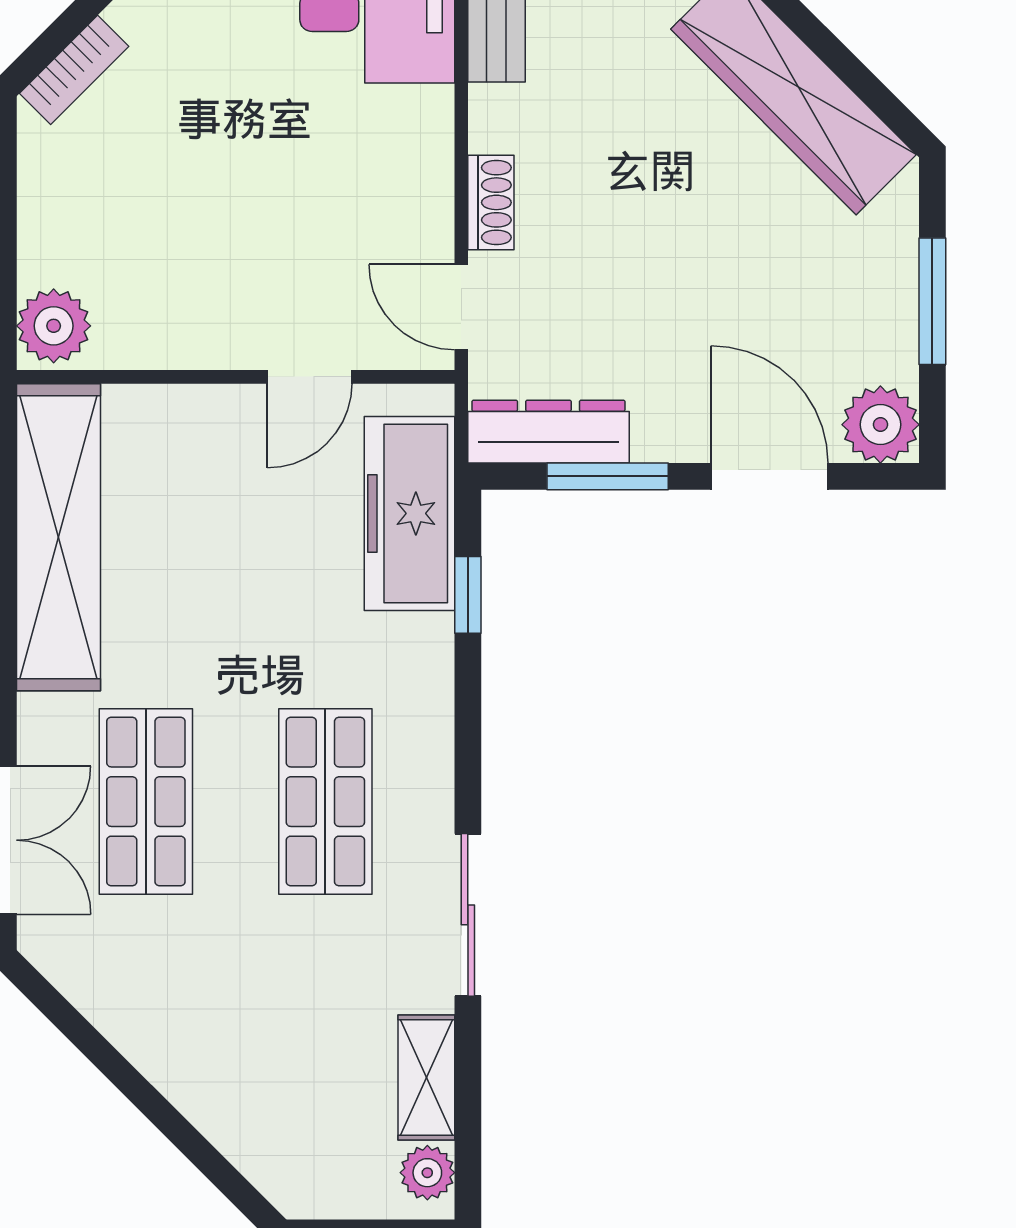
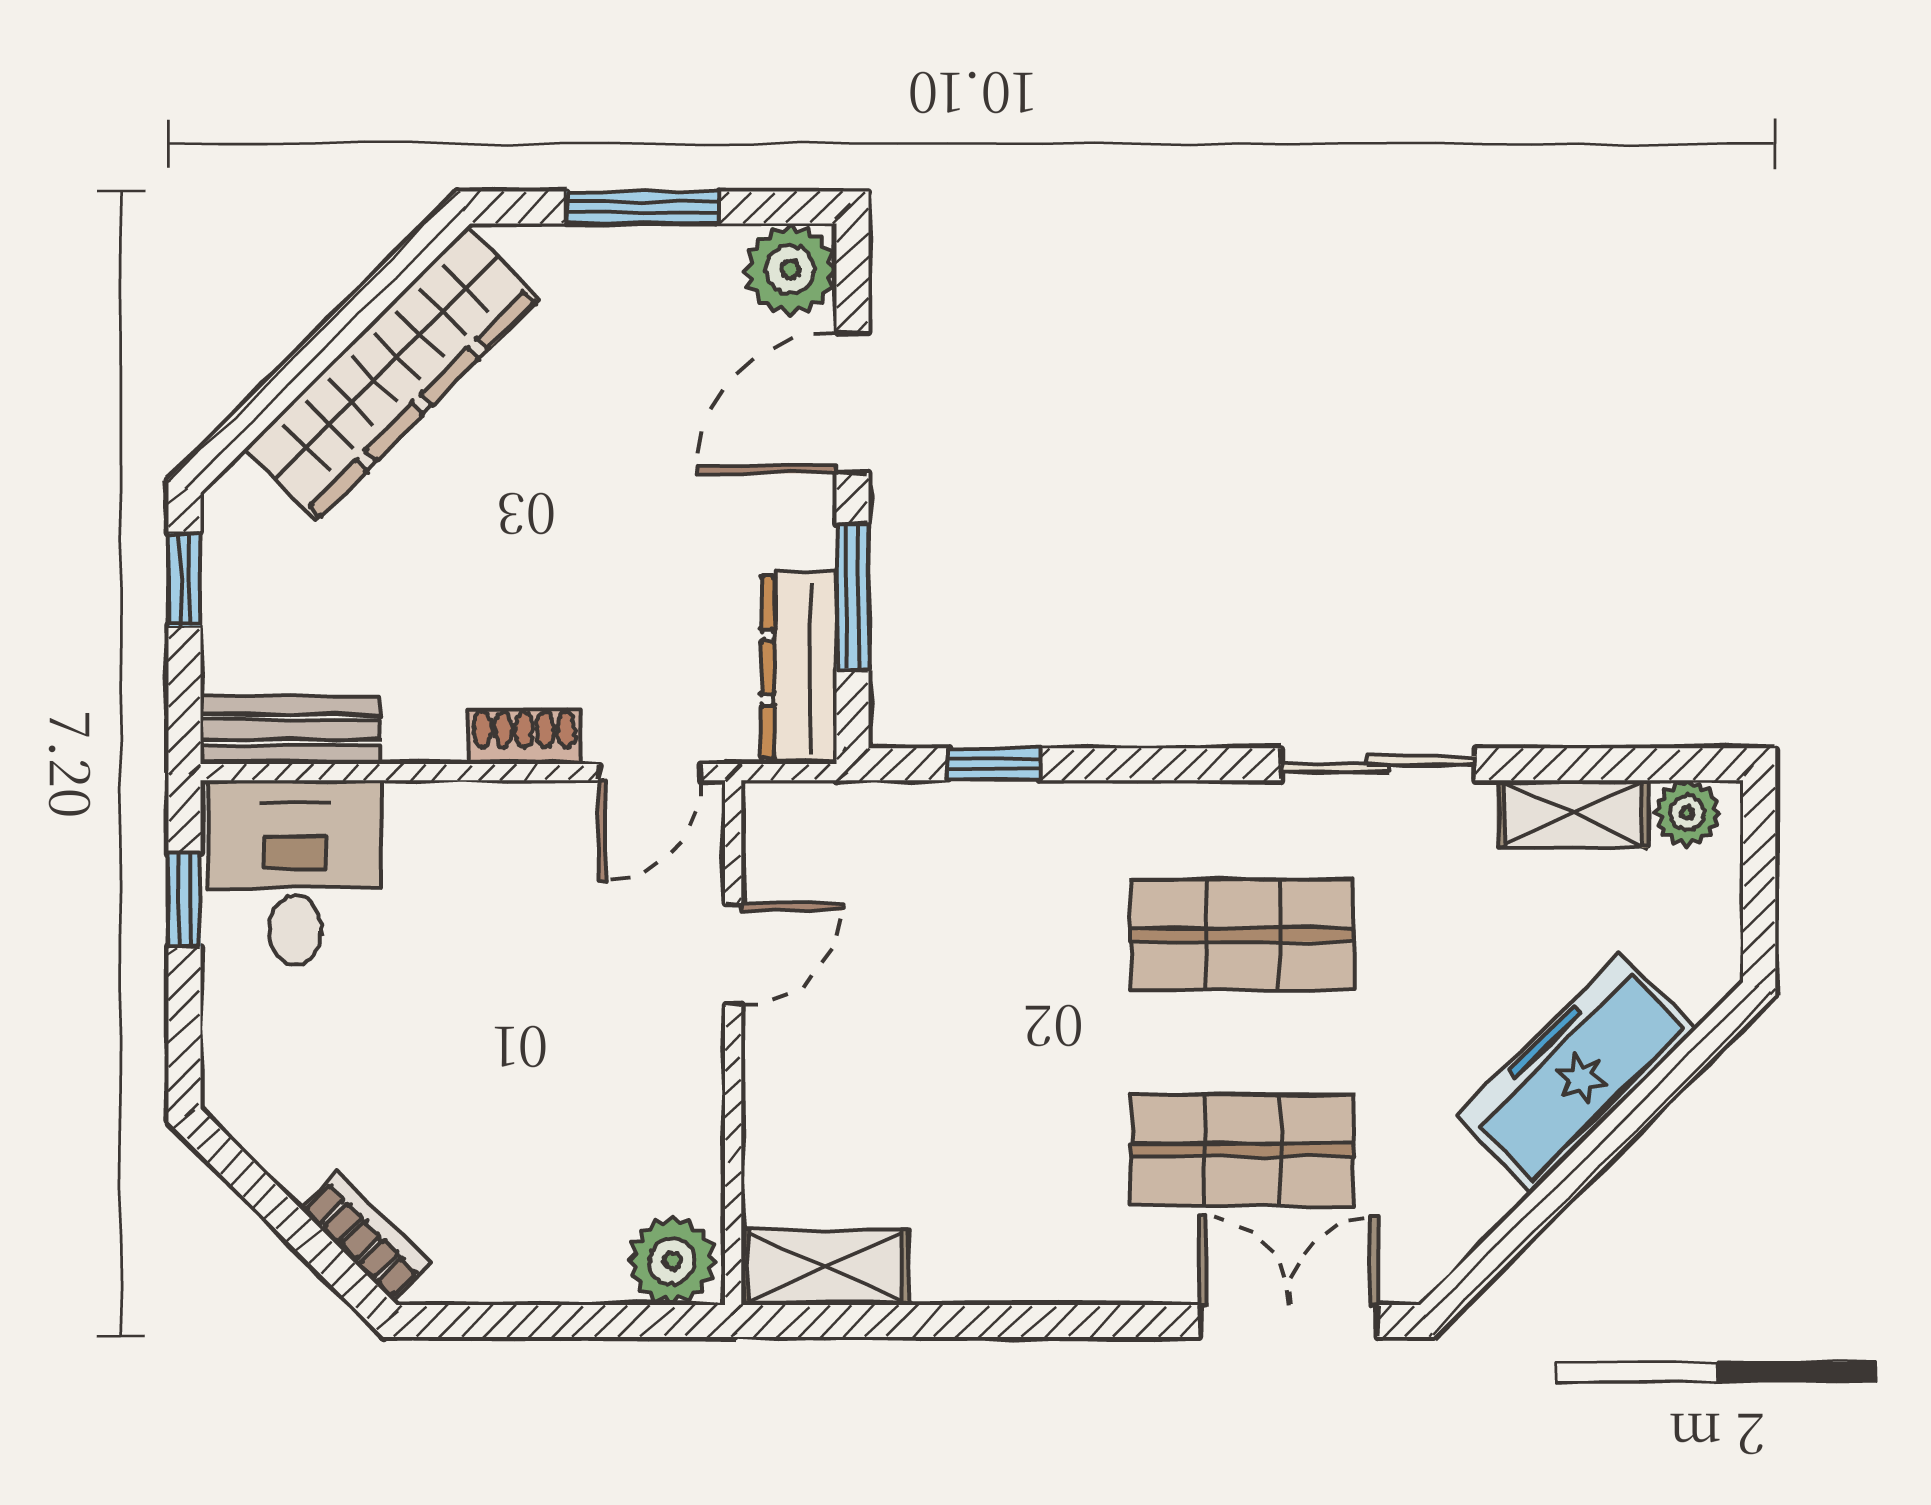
door: (310, 377) -> (733, 954), hinge flipped
freezer: (409, 513) -> (1576, 1073), moved, turned 135
shelving: (59, 537) -> (825, 1267), width x0.45, depth x0.75

